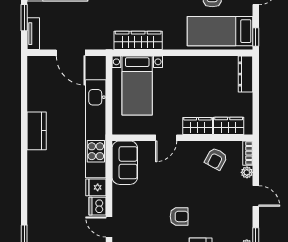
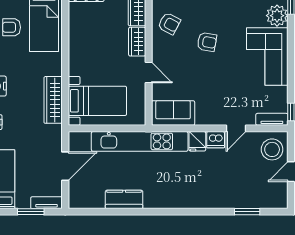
kitchen counter: (37, 131) -> (124, 199), moved
armchair: (179, 216) -> (207, 42), moved, turned 100

